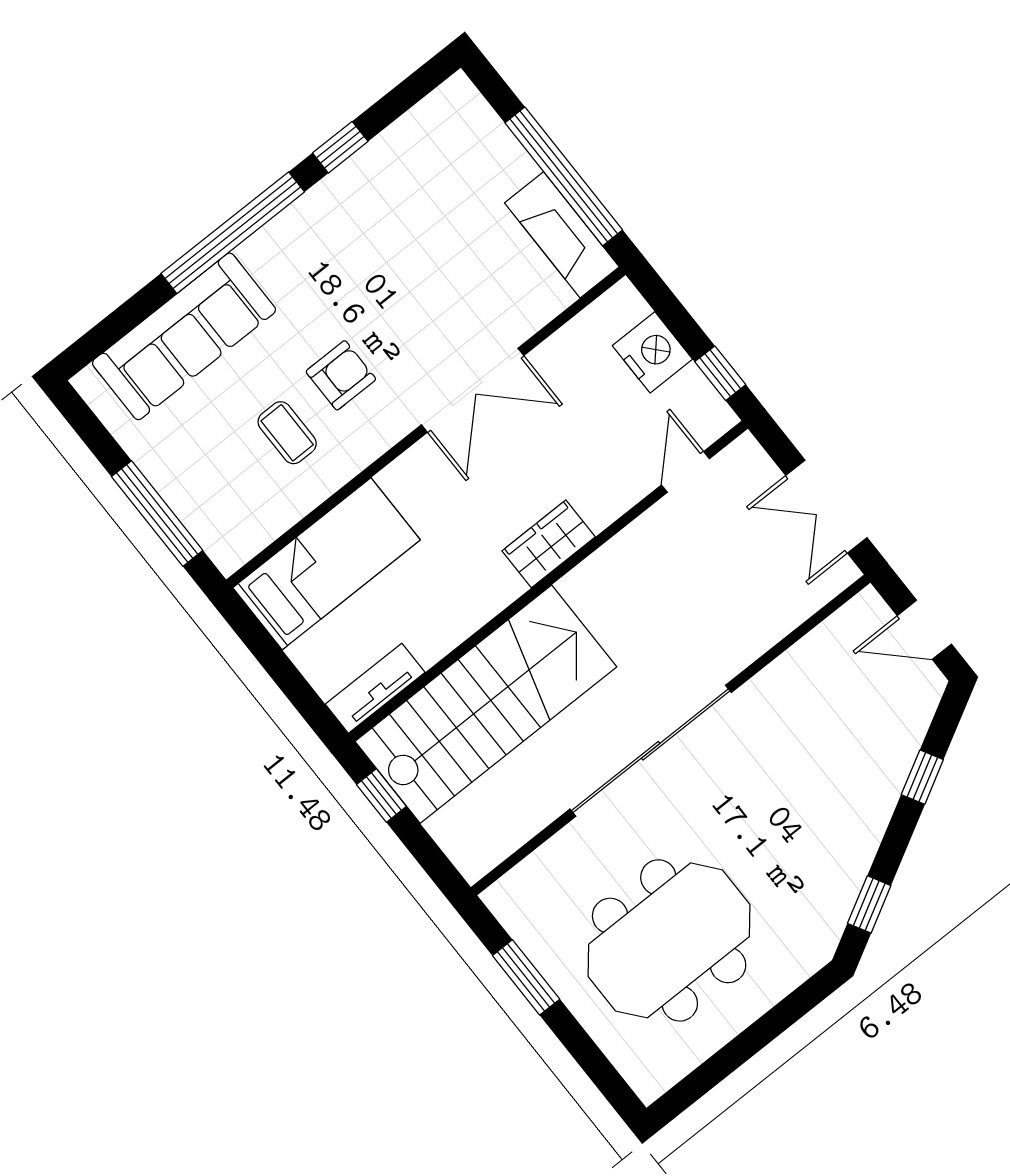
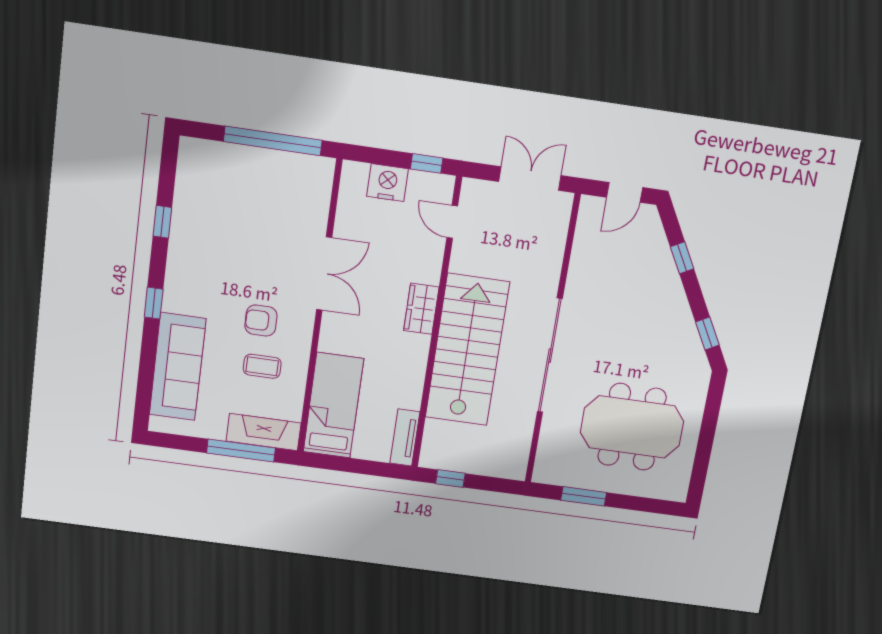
window: (233, 233) -> (154, 303), width x0.32
fireplace: (562, 235) -> (264, 432), moved, turned 180
armchair: (341, 375) -> (261, 321), turned -90
double door: (826, 507) -> (530, 179), swing flipped
stairs: (486, 704) -> (467, 350), moved
meeting table: (669, 940) -> (632, 427), turned 90

